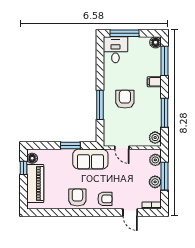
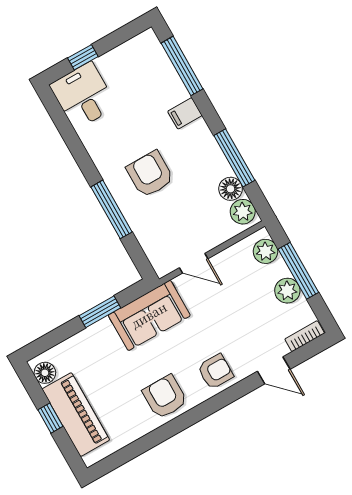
window: (125, 33) -> (83, 57), width x0.46
floor lamp: (156, 42) -> (231, 189), moved
window: (24, 168) -> (50, 418), moved

